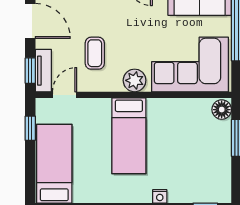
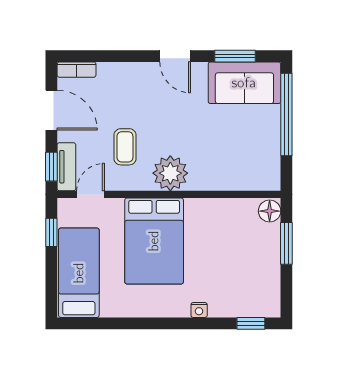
corner sofa: (190, 64) -> (233, 160), removed
plant: (135, 80) -> (170, 173), width x1.36, depth x1.36
bed: (129, 136) -> (154, 241), width x1.50

